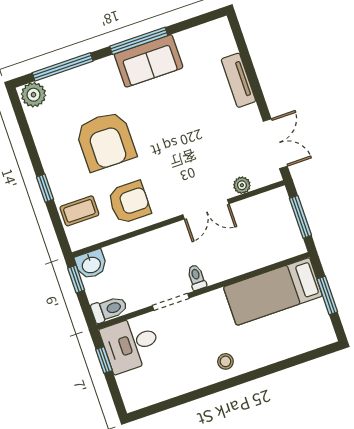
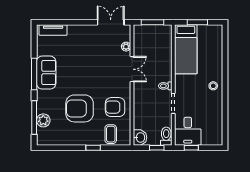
tv unit: (238, 80) -> (53, 30), moved
plant: (34, 95) -> (43, 120), moved
armchair: (106, 141) -> (80, 108), turned 180
armchair: (129, 202) -> (115, 107), turned -90
window: (76, 279) -> (157, 148), moved

